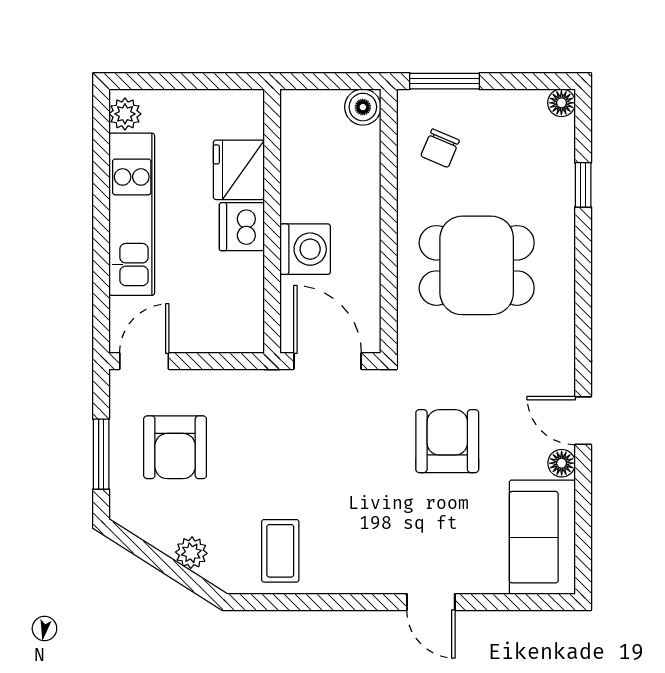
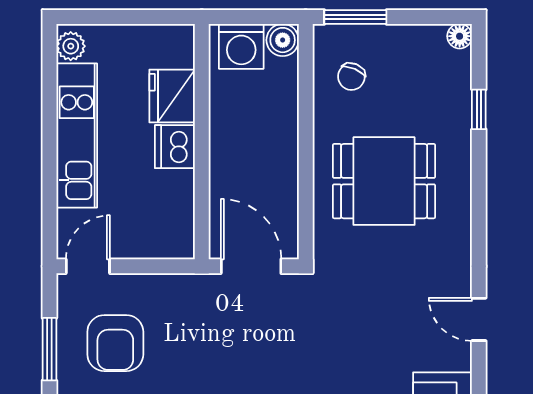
washing machine: (305, 249) -> (241, 46), moved, turned 90
armchair: (447, 441) -> (358, 338), removed
floor lamp: (562, 463) -> (460, 357), removed

